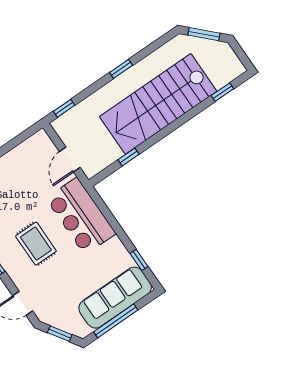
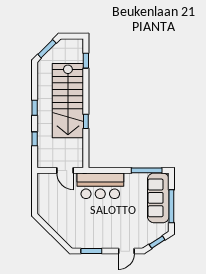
window: (64, 108) -> (35, 139), moved
window: (129, 157) -> (86, 121), moved
rug: (36, 244) -> (98, 221), removed
window: (139, 260) -> (147, 170), width x2.17

